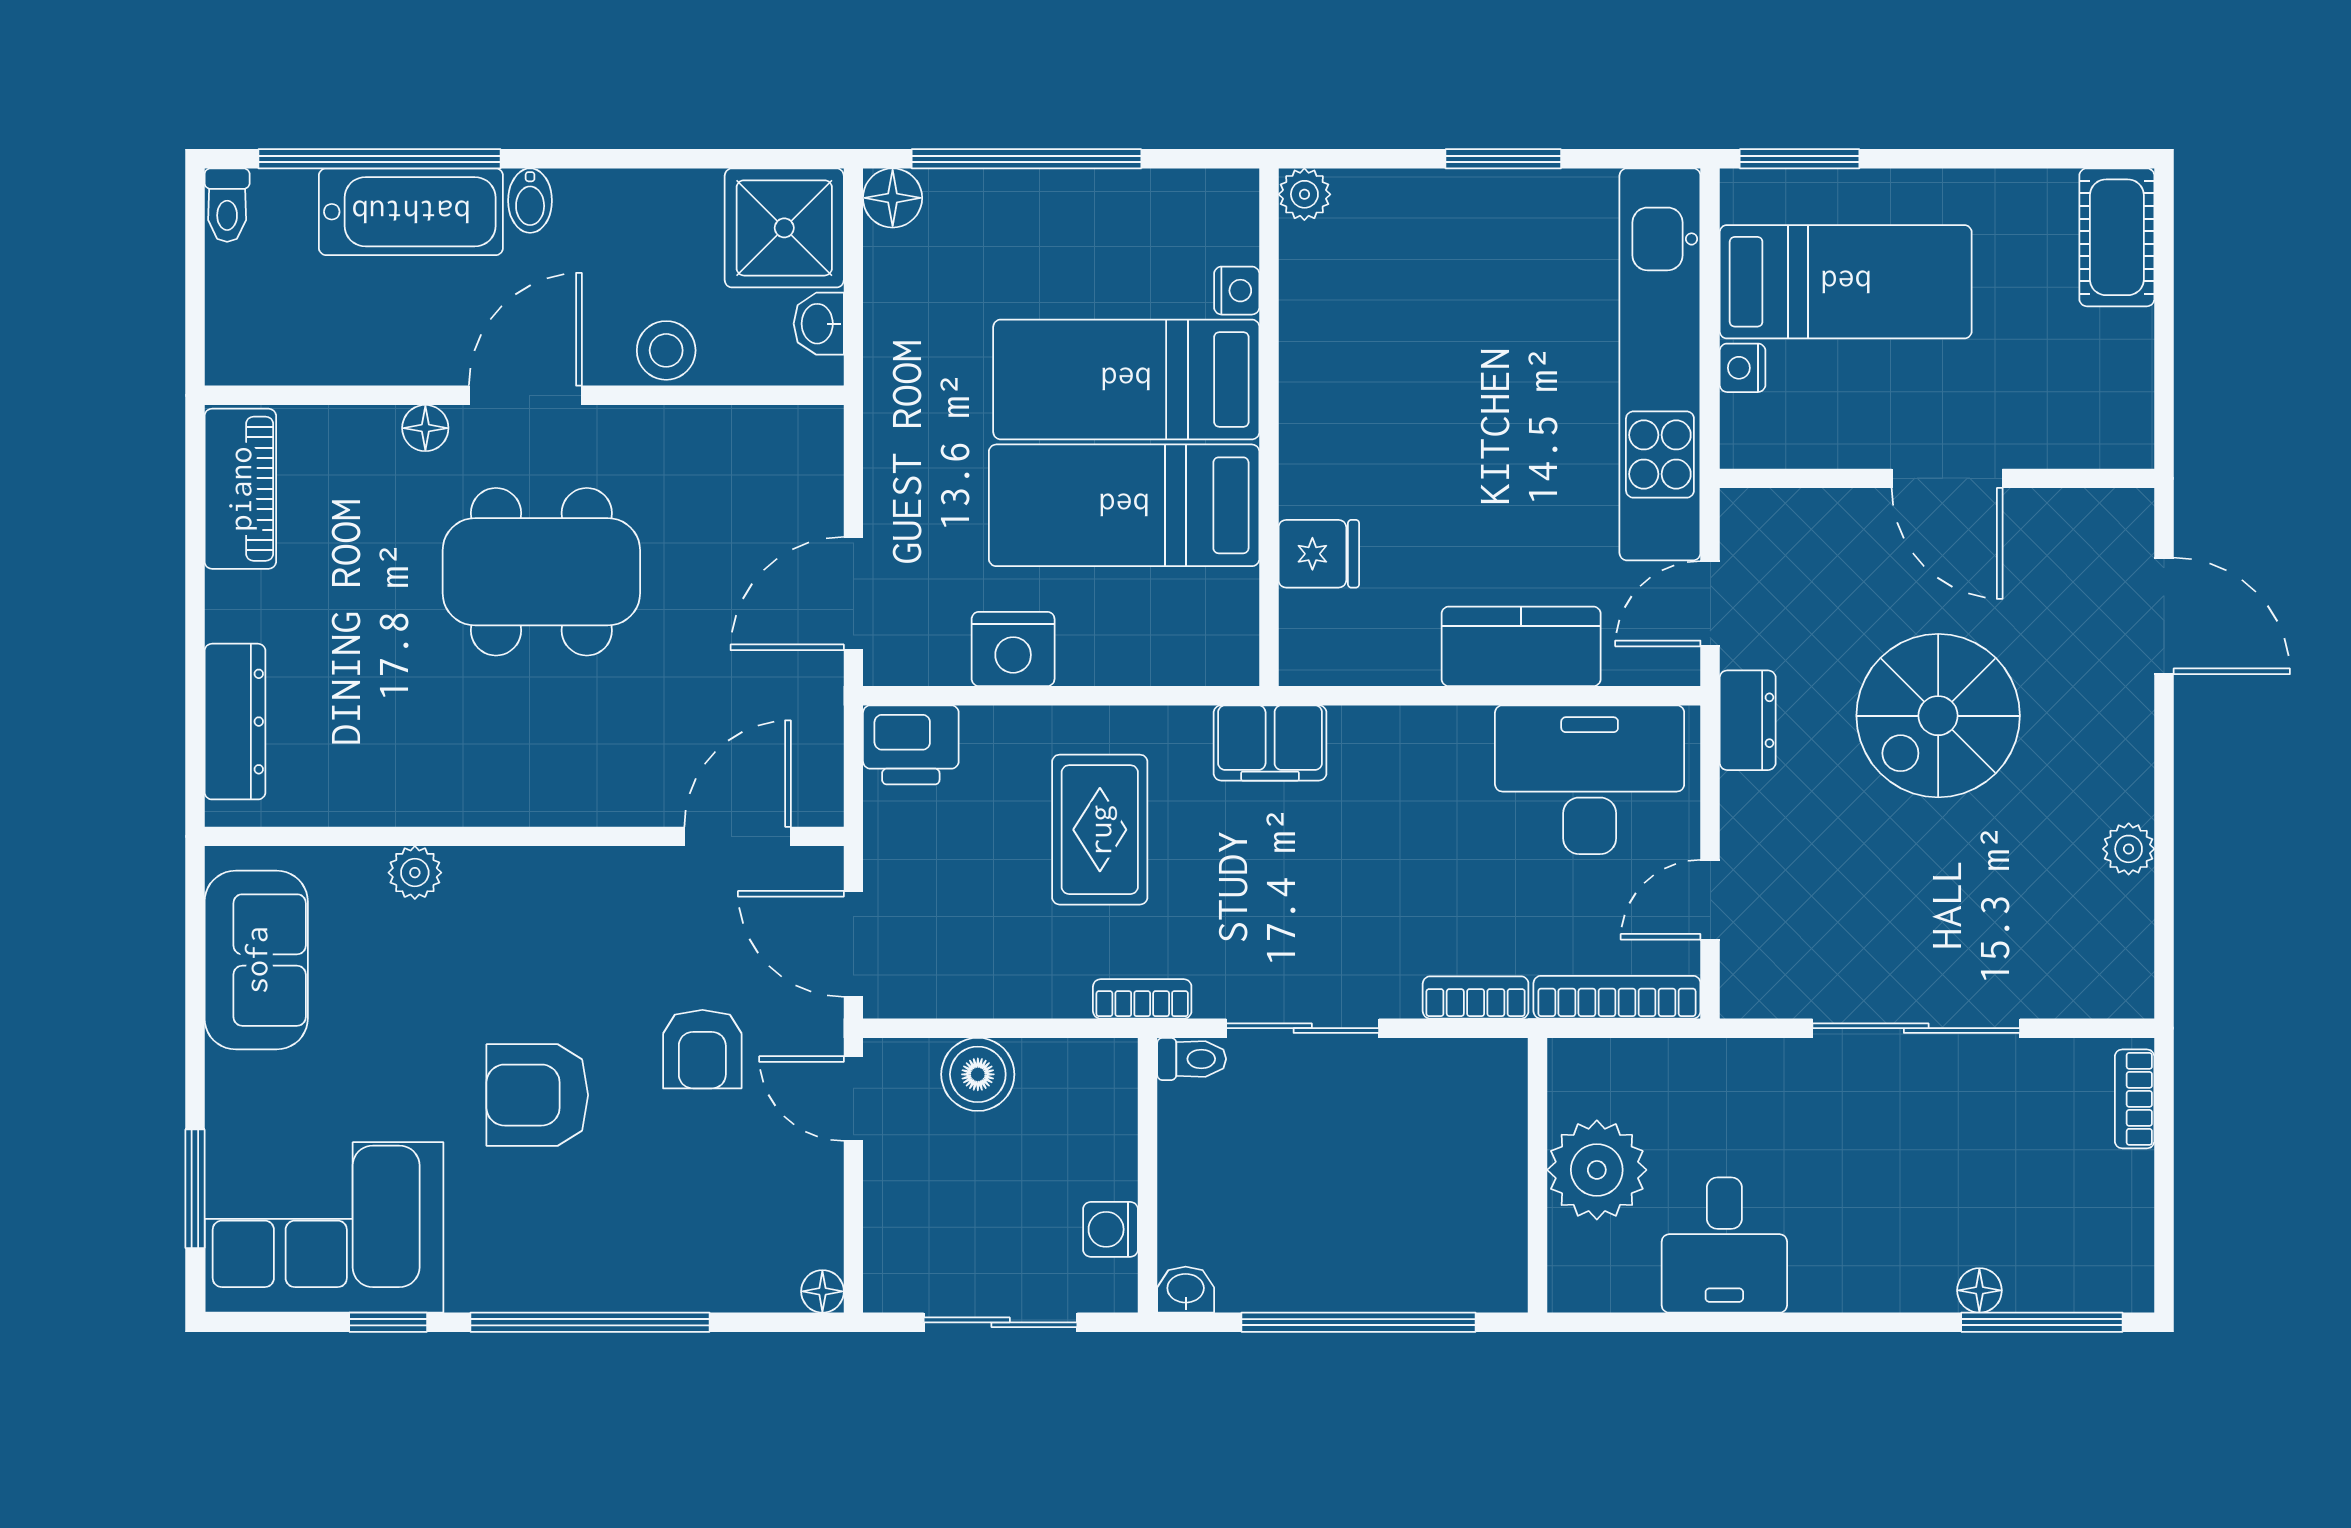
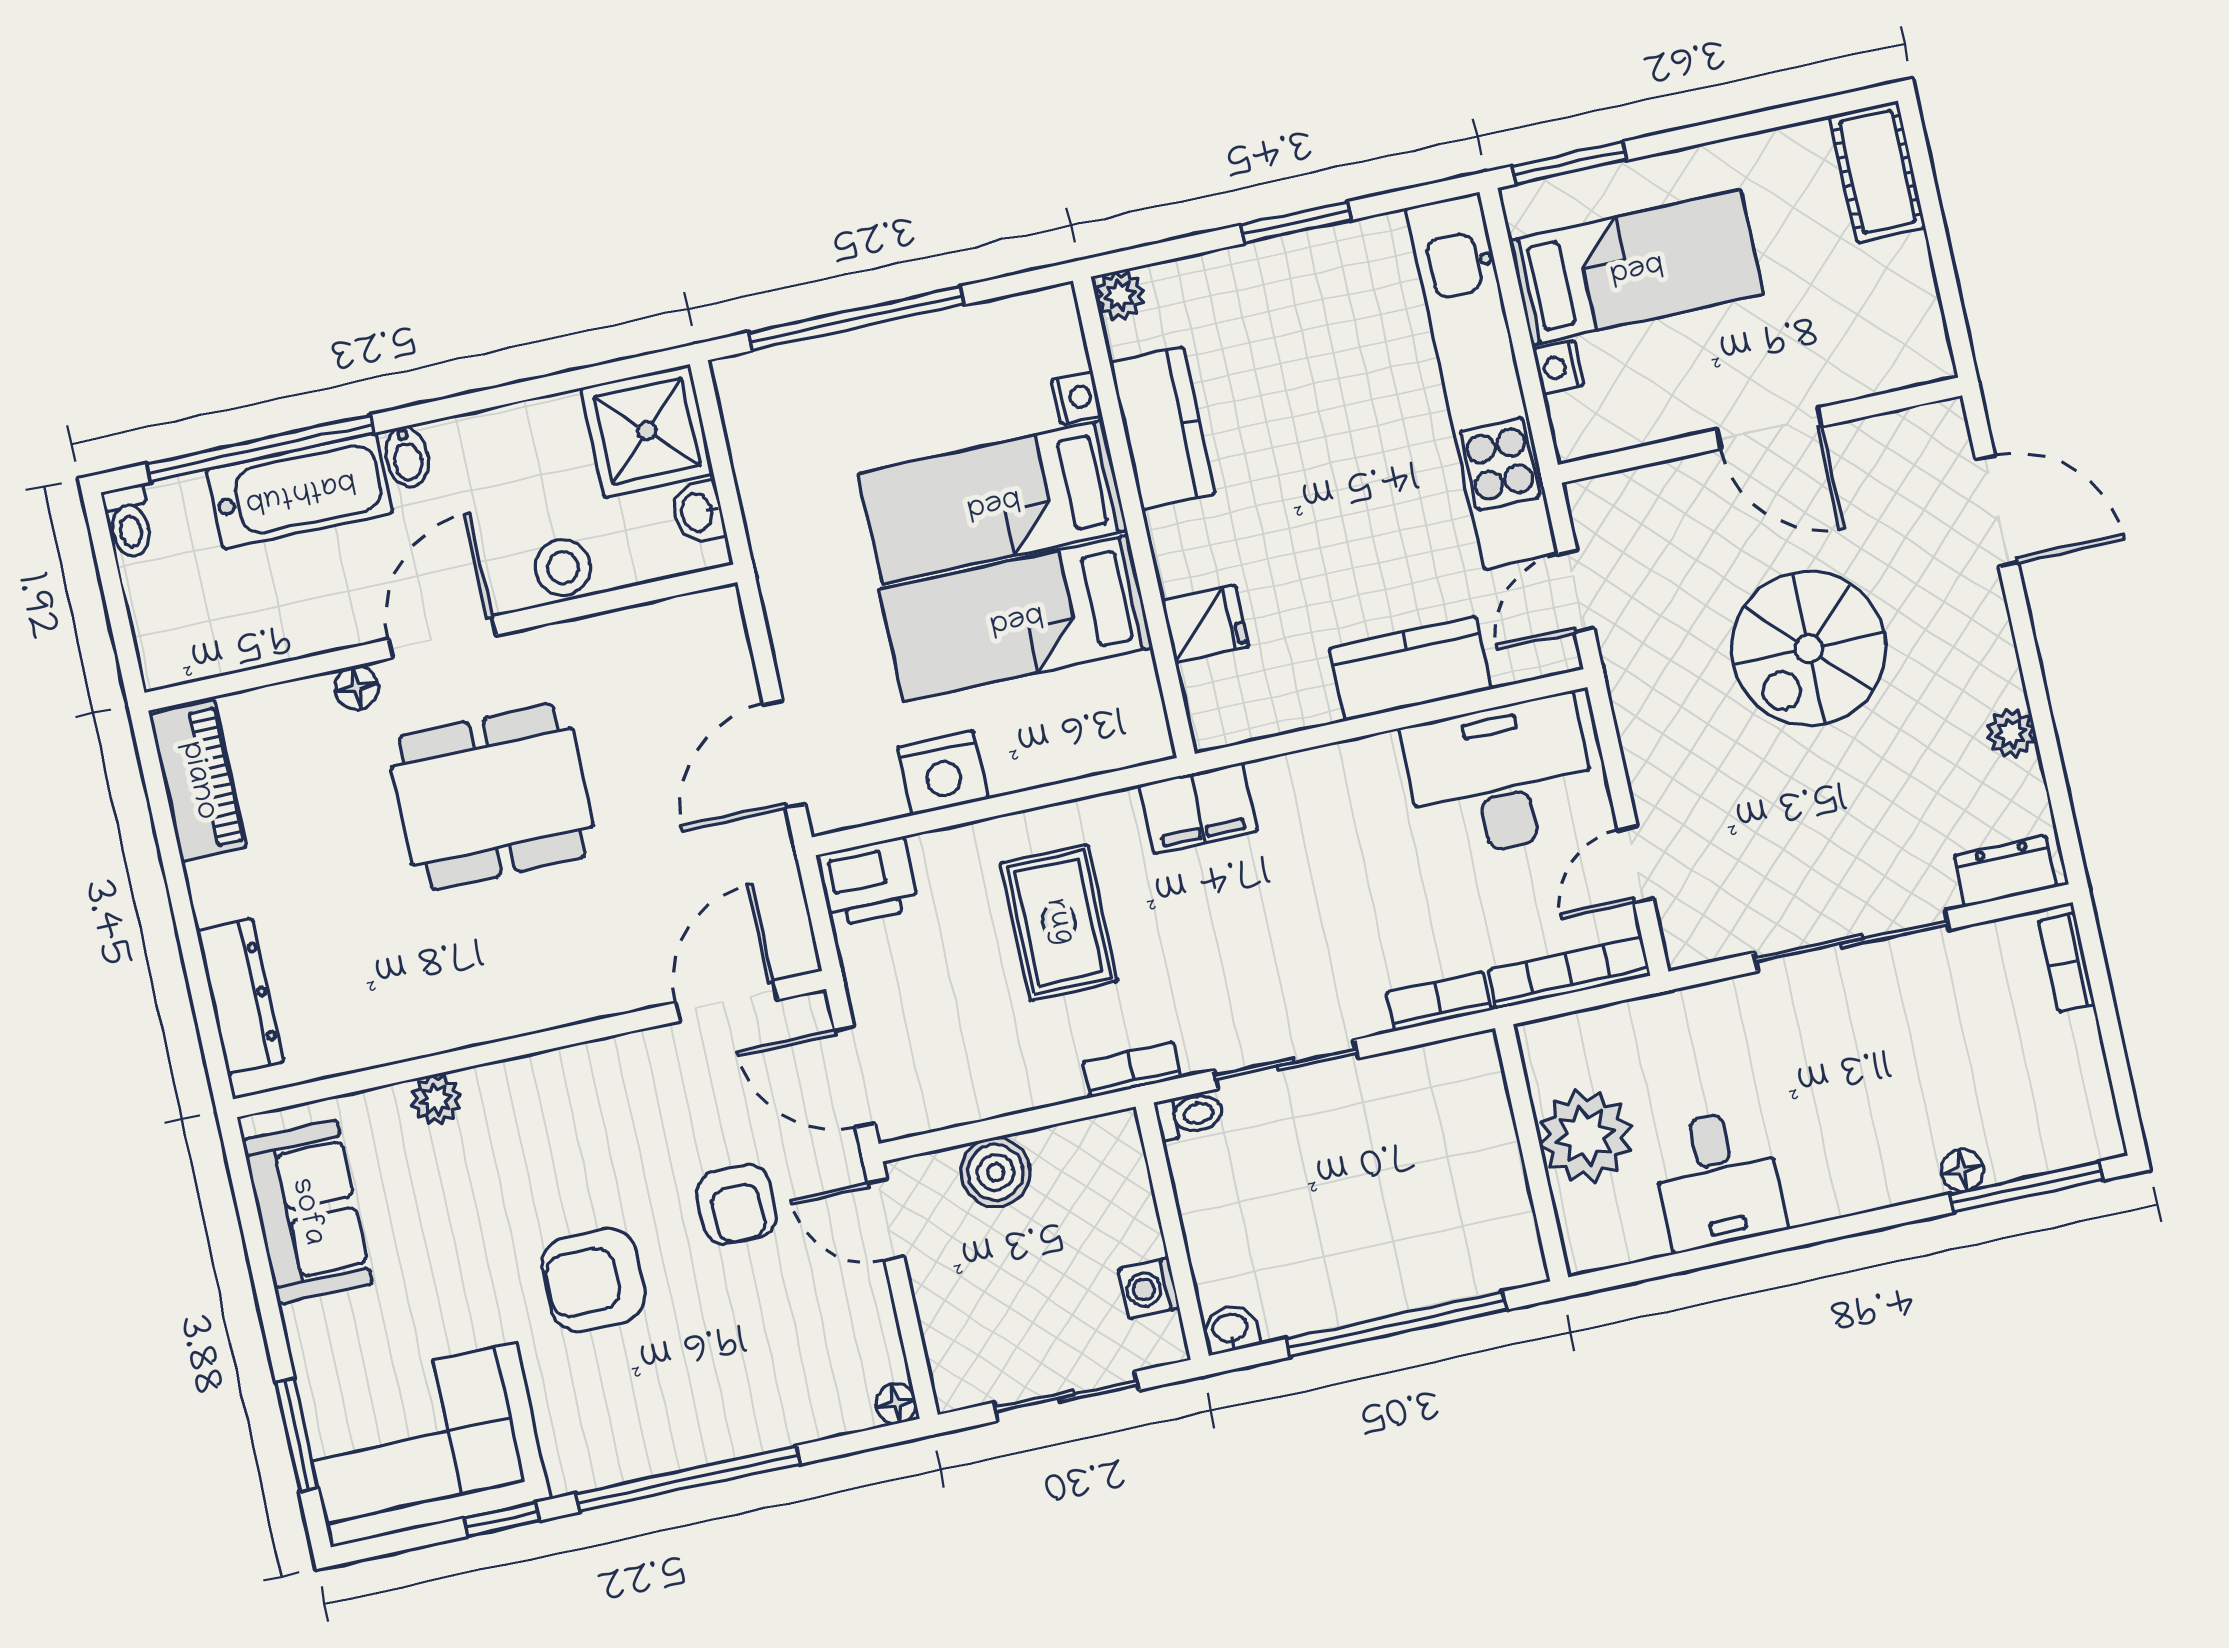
floor lamp: (893, 198) -> (741, 382), removed
kitchen counter: (1319, 342) -> (1162, 428), added
dresser: (1748, 720) -> (2005, 871), moved, turned -90

